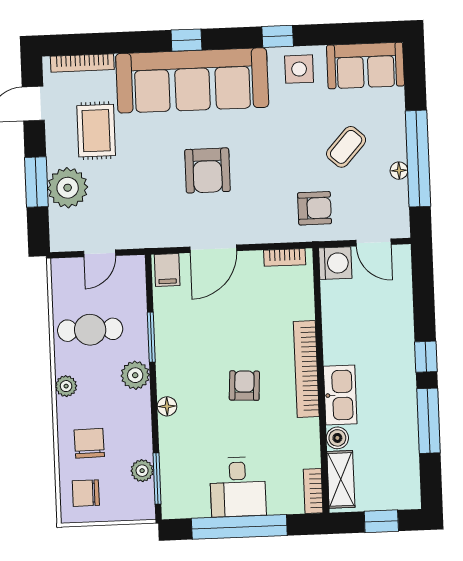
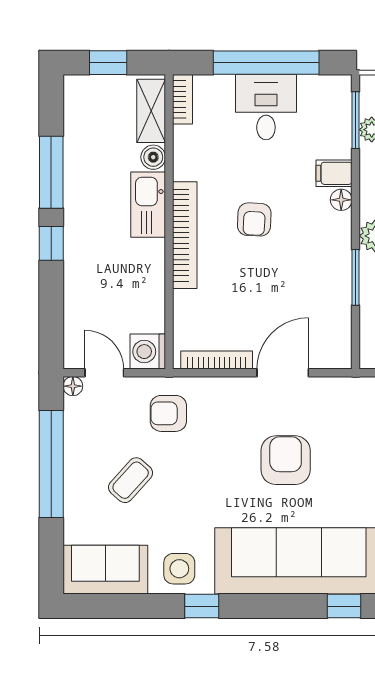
window: (186, 40) -> (344, 606), moved
floor lamp: (399, 171) -> (73, 386), moved
bookcase: (285, 257) -> (217, 360), width x1.56
filing cabinet: (167, 270) -> (334, 173), moved, turned -90

